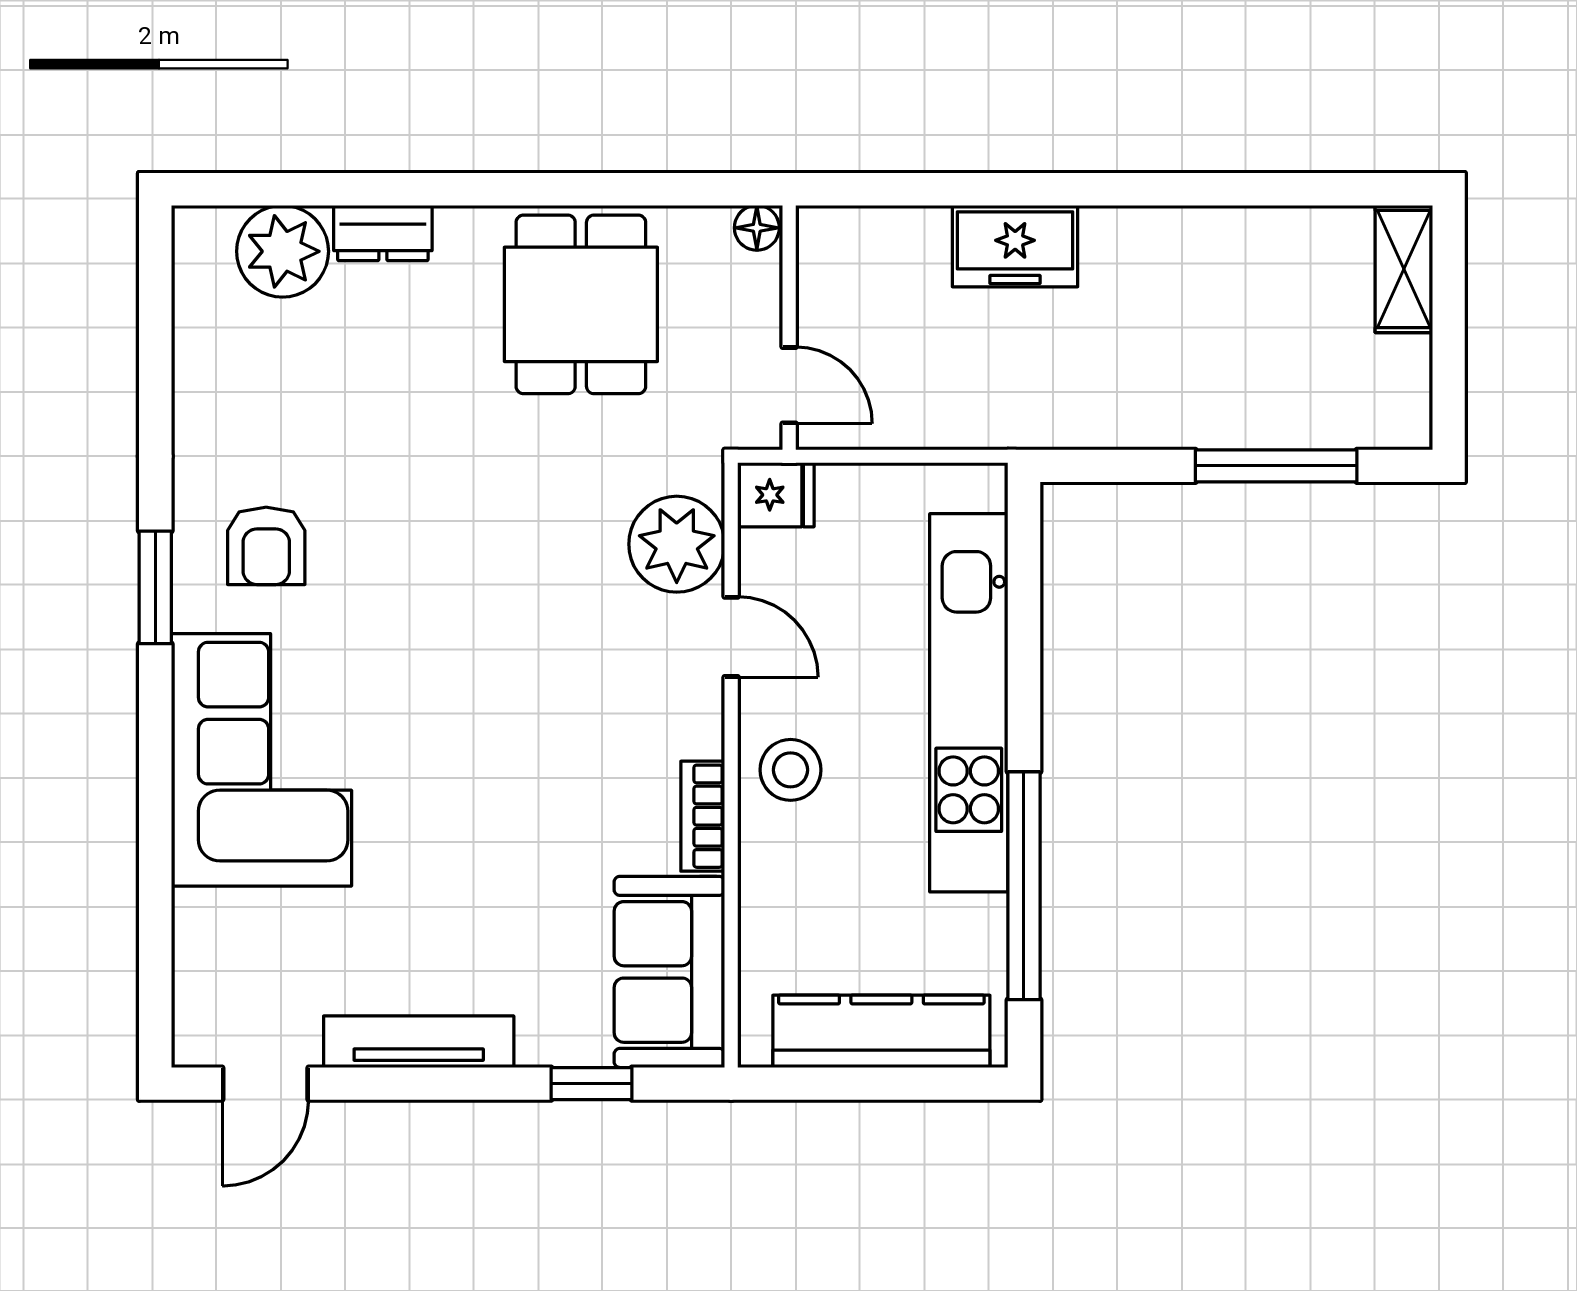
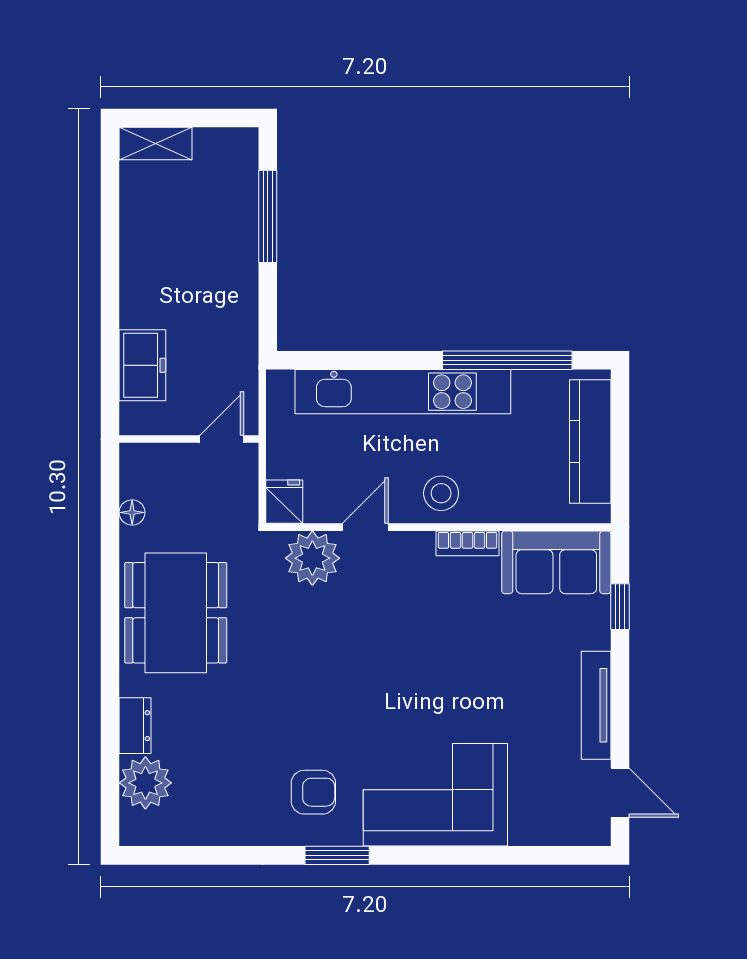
dining table: (581, 304) -> (176, 613), width x1.38
wall: (789, 328) -> (189, 439), moved
door: (789, 385) -> (222, 439), moved

